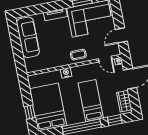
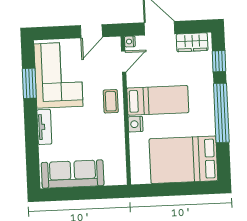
door: (121, 35) -> (91, 31), hinge flipped
bed: (91, 100) -> (158, 100), moved, turned 180
window: (30, 112) -> (187, 189), removed

